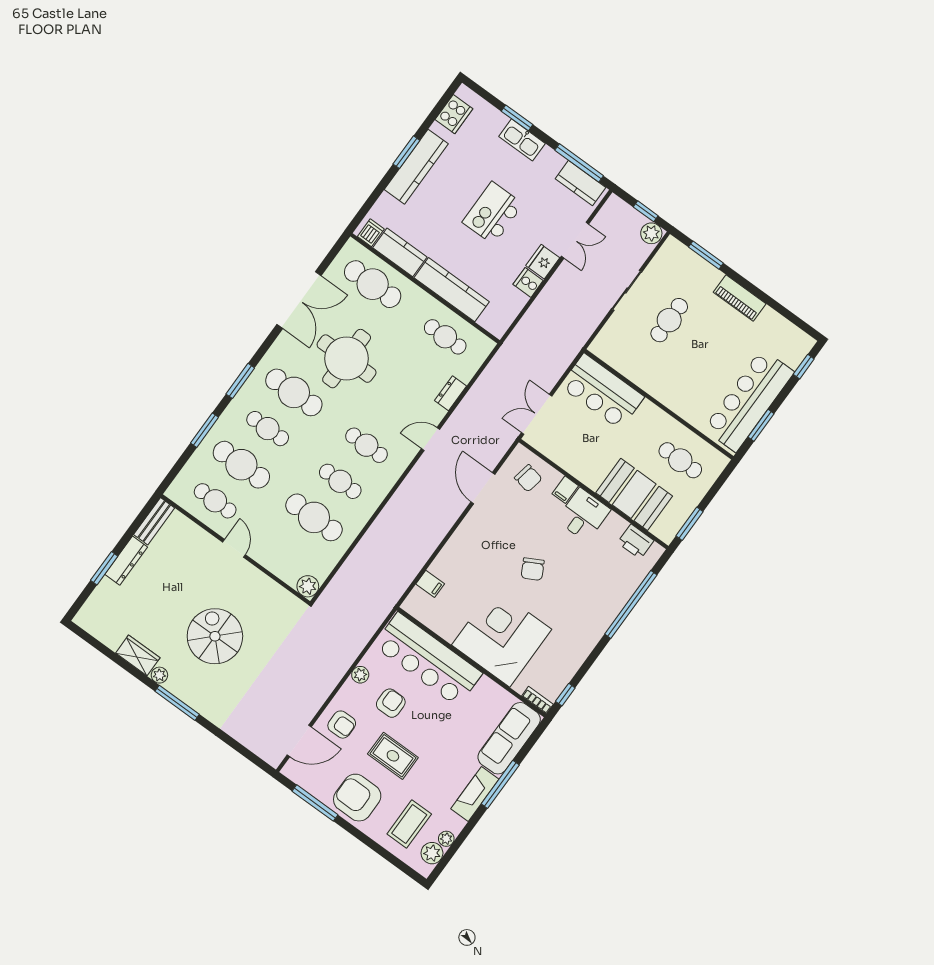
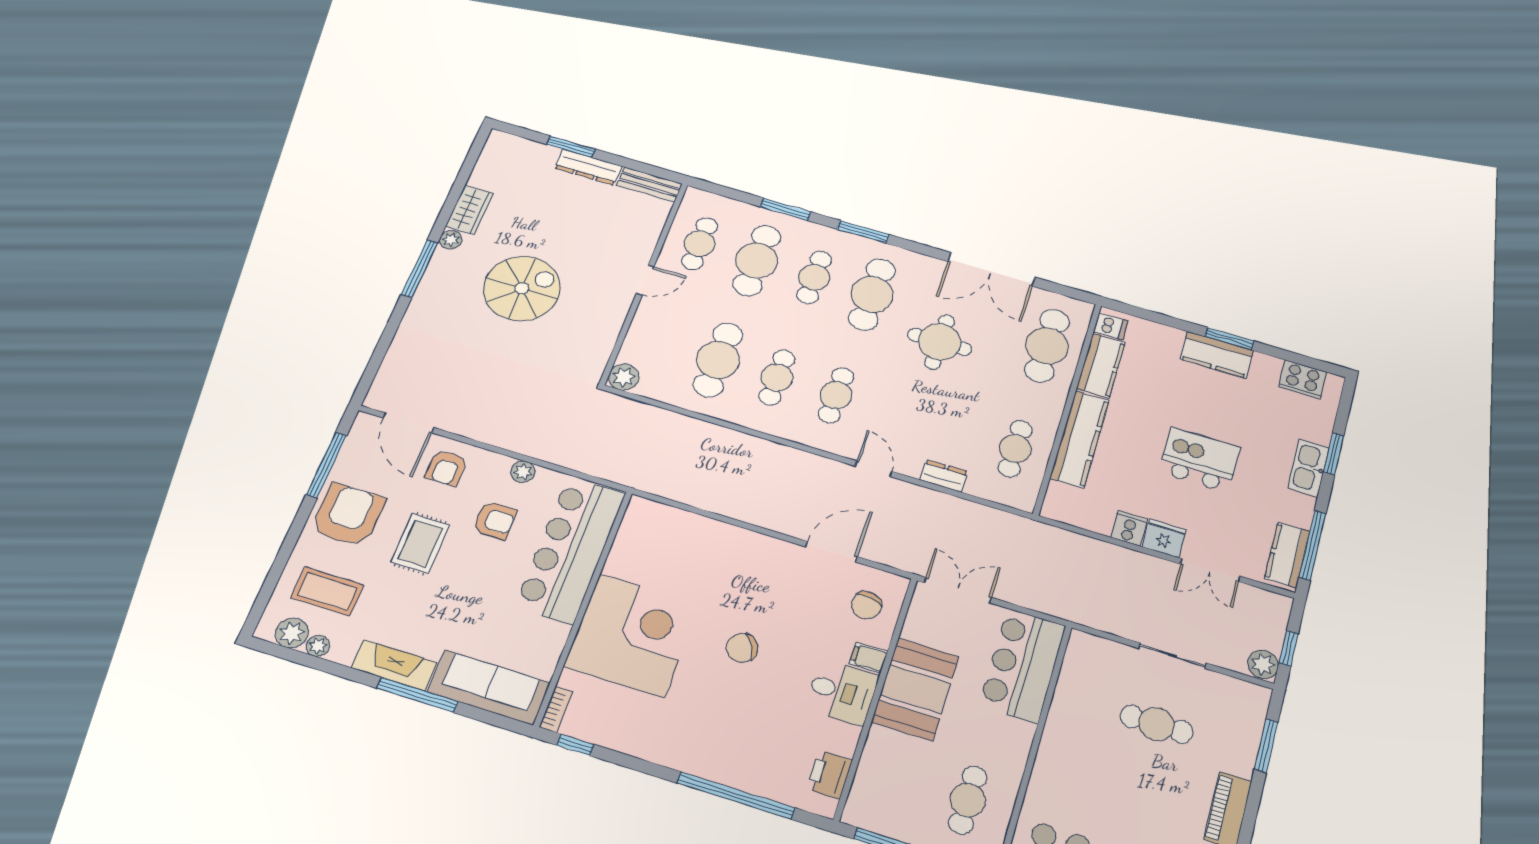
kitchen counter: (416, 167) -> (1217, 355), width x0.67
round table: (347, 359) -> (940, 342), width x0.73, depth x0.73
booth: (634, 494) -> (915, 689), moved
filing cabinet: (430, 584) -> (677, 523), removed

